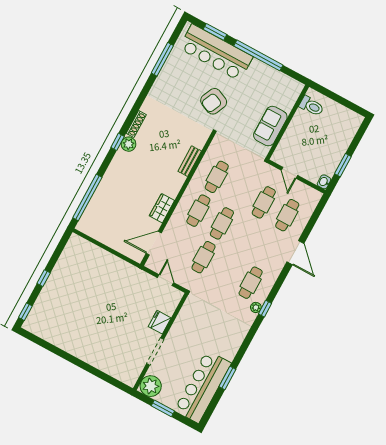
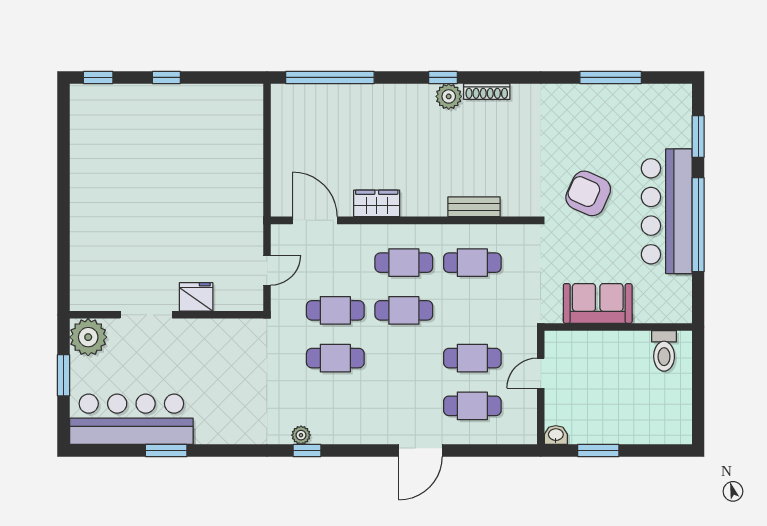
bar counter: (216, 52) -> (667, 211), moved
cafe table: (251, 283) -> (335, 358), moved

